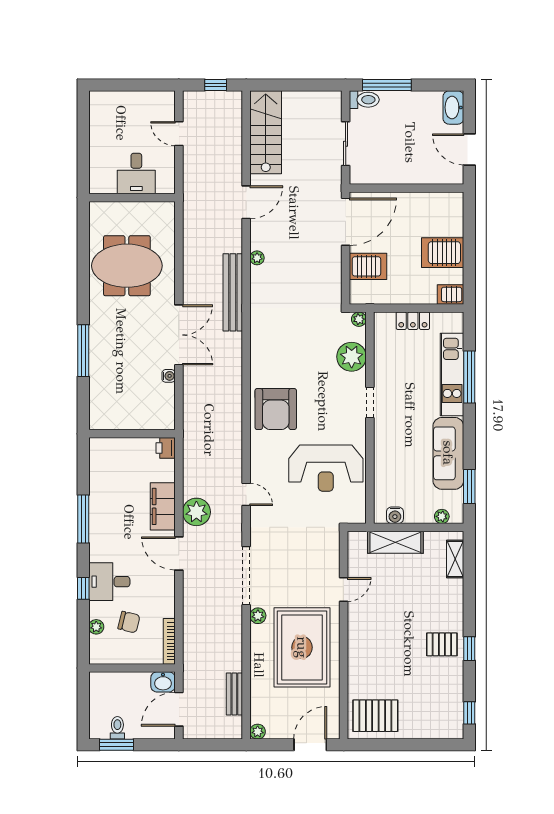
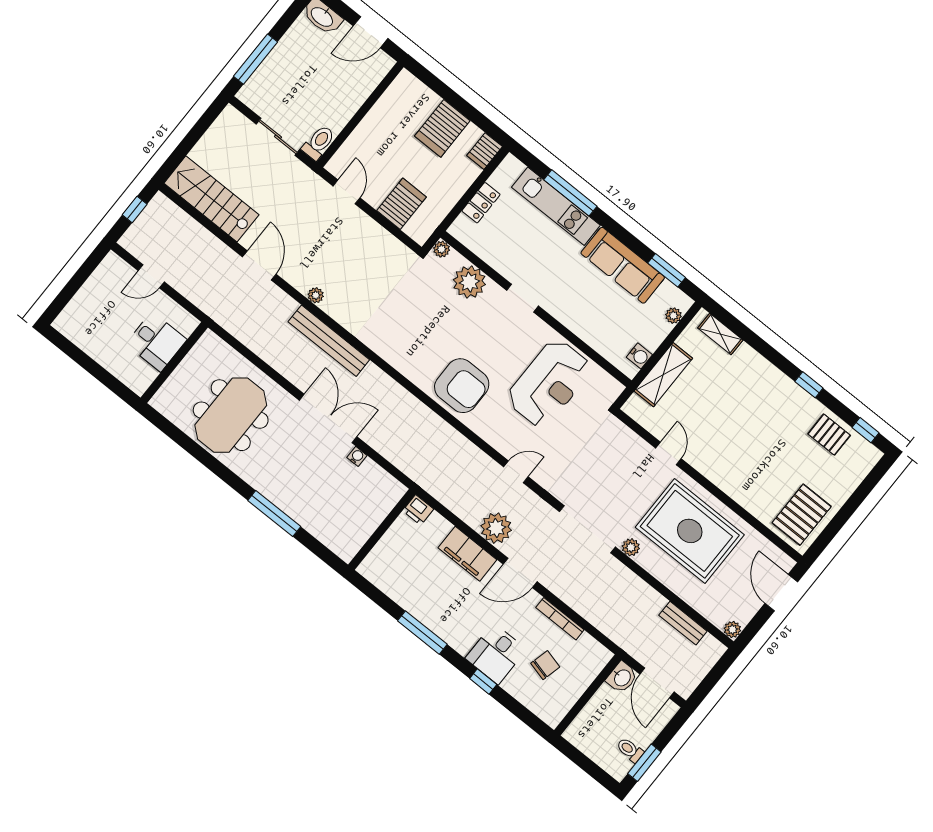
toilet: (364, 100) -> (319, 143), moved
door: (346, 222) -> (347, 192), width x0.53
plant: (96, 627) -> (526, 697), removed
bookcase: (169, 641) -> (560, 619), moved
pallet: (442, 644) -> (829, 435), moved, turned 90

